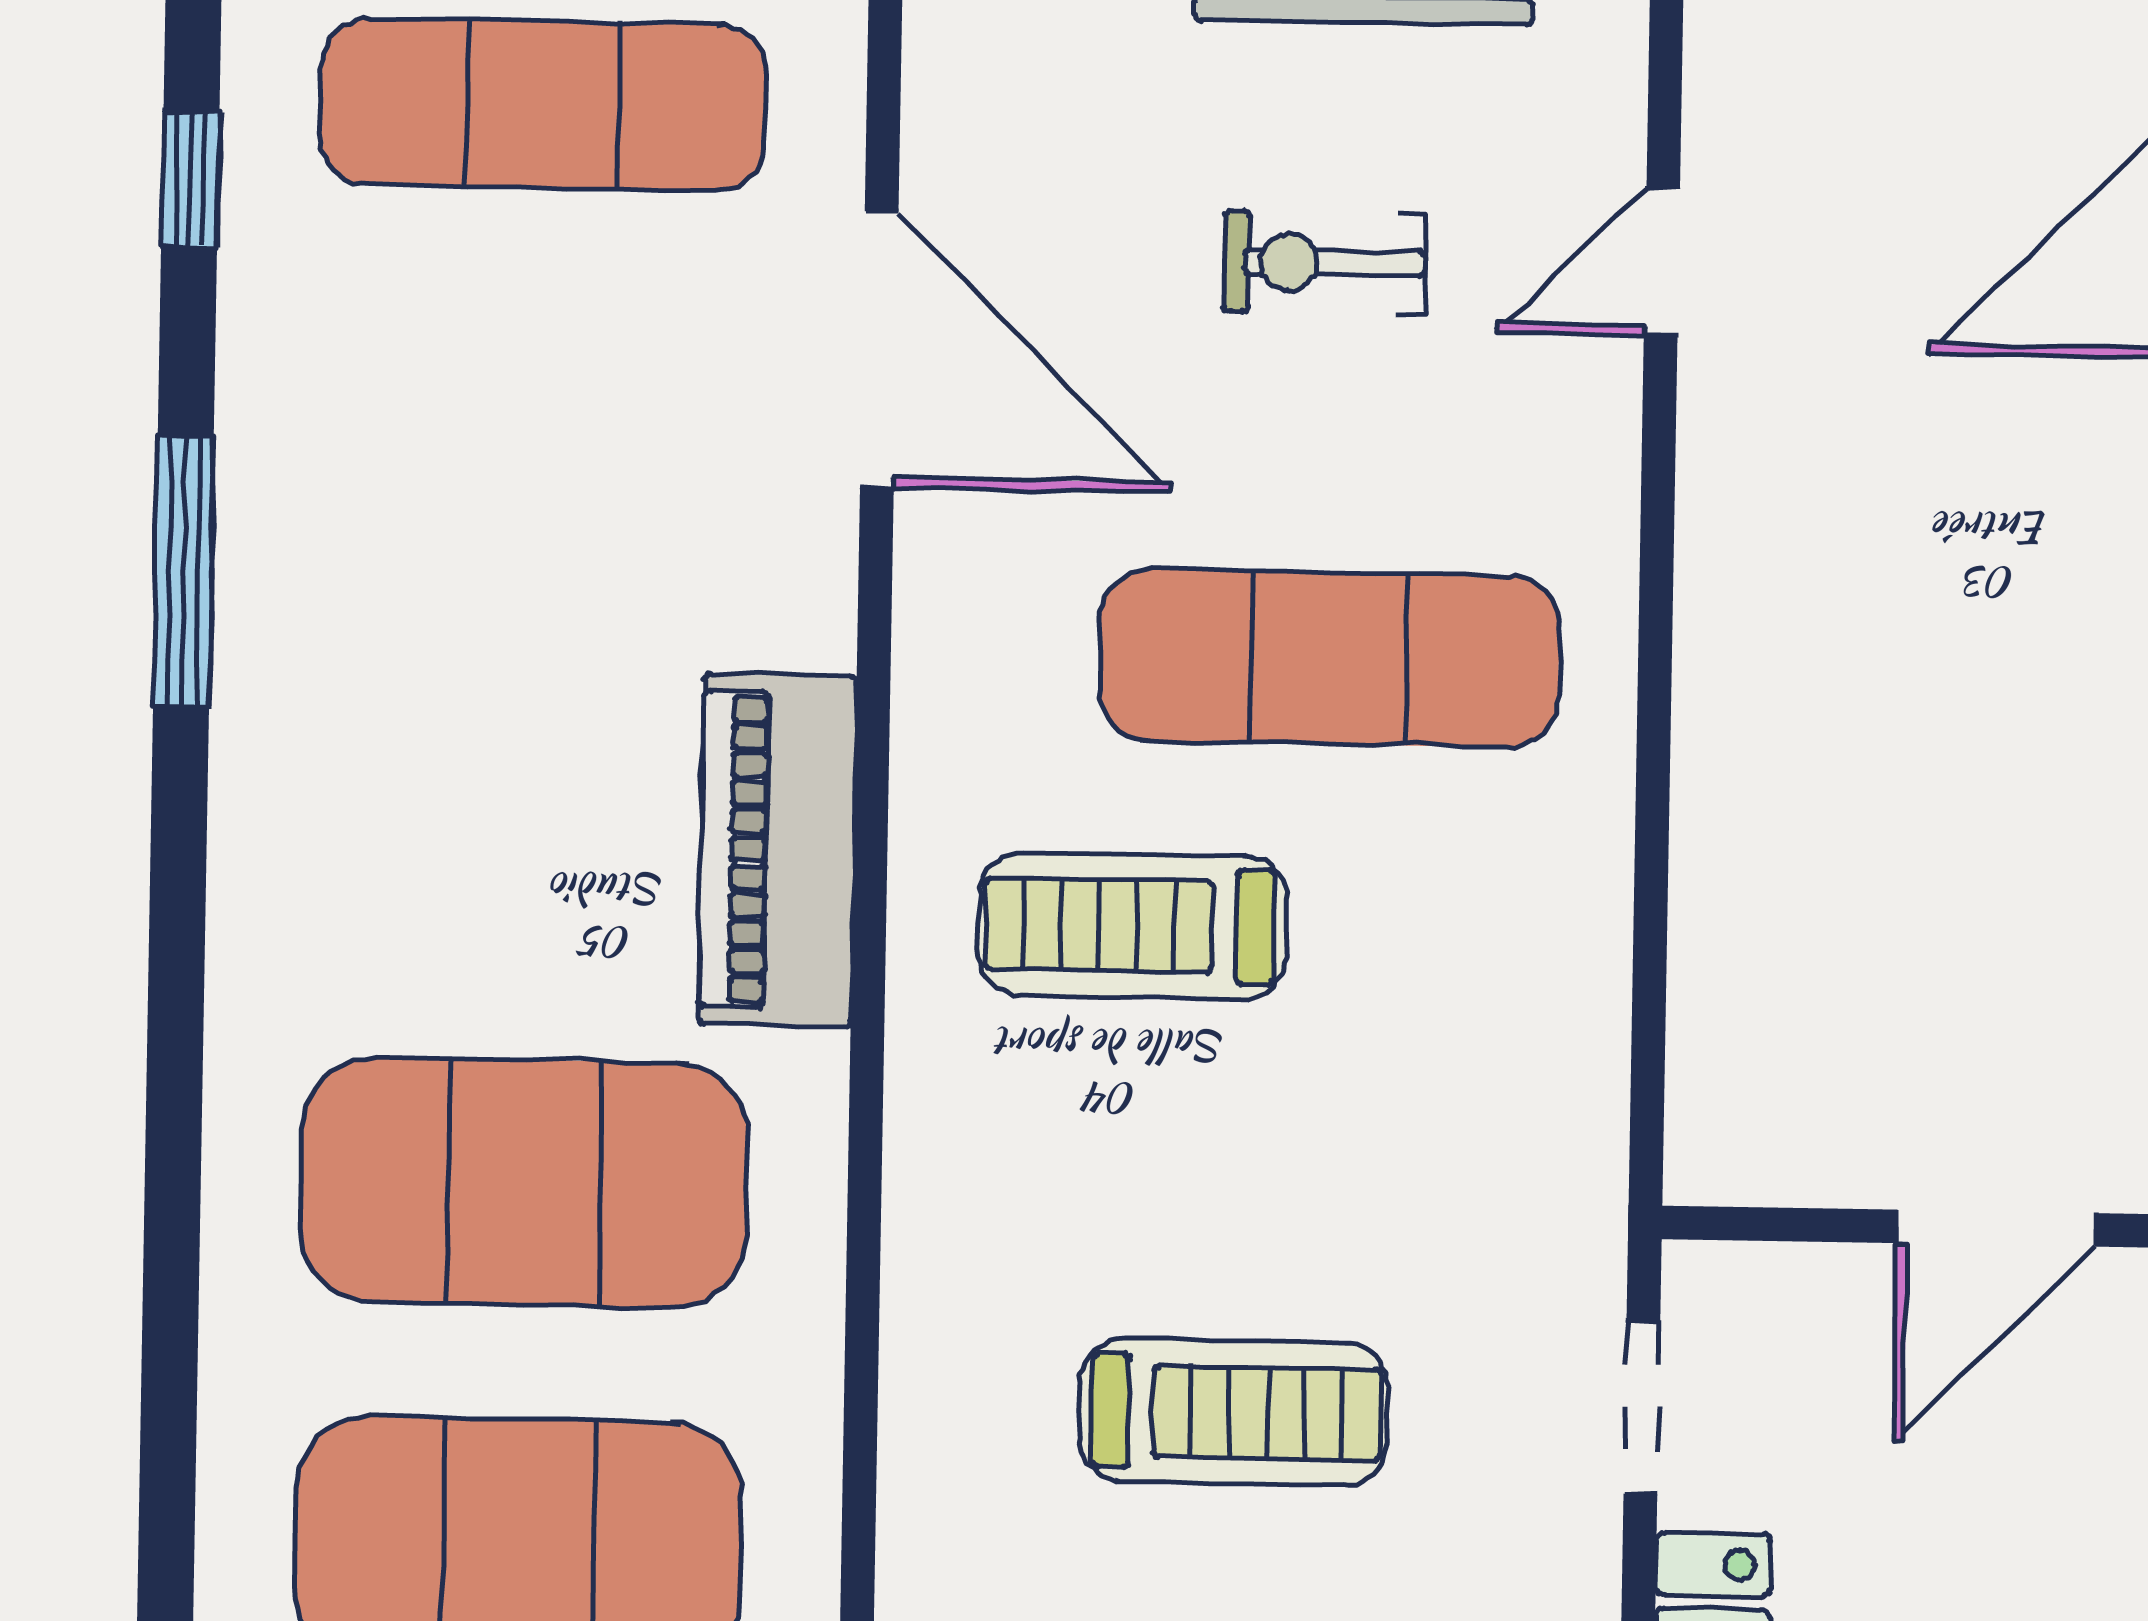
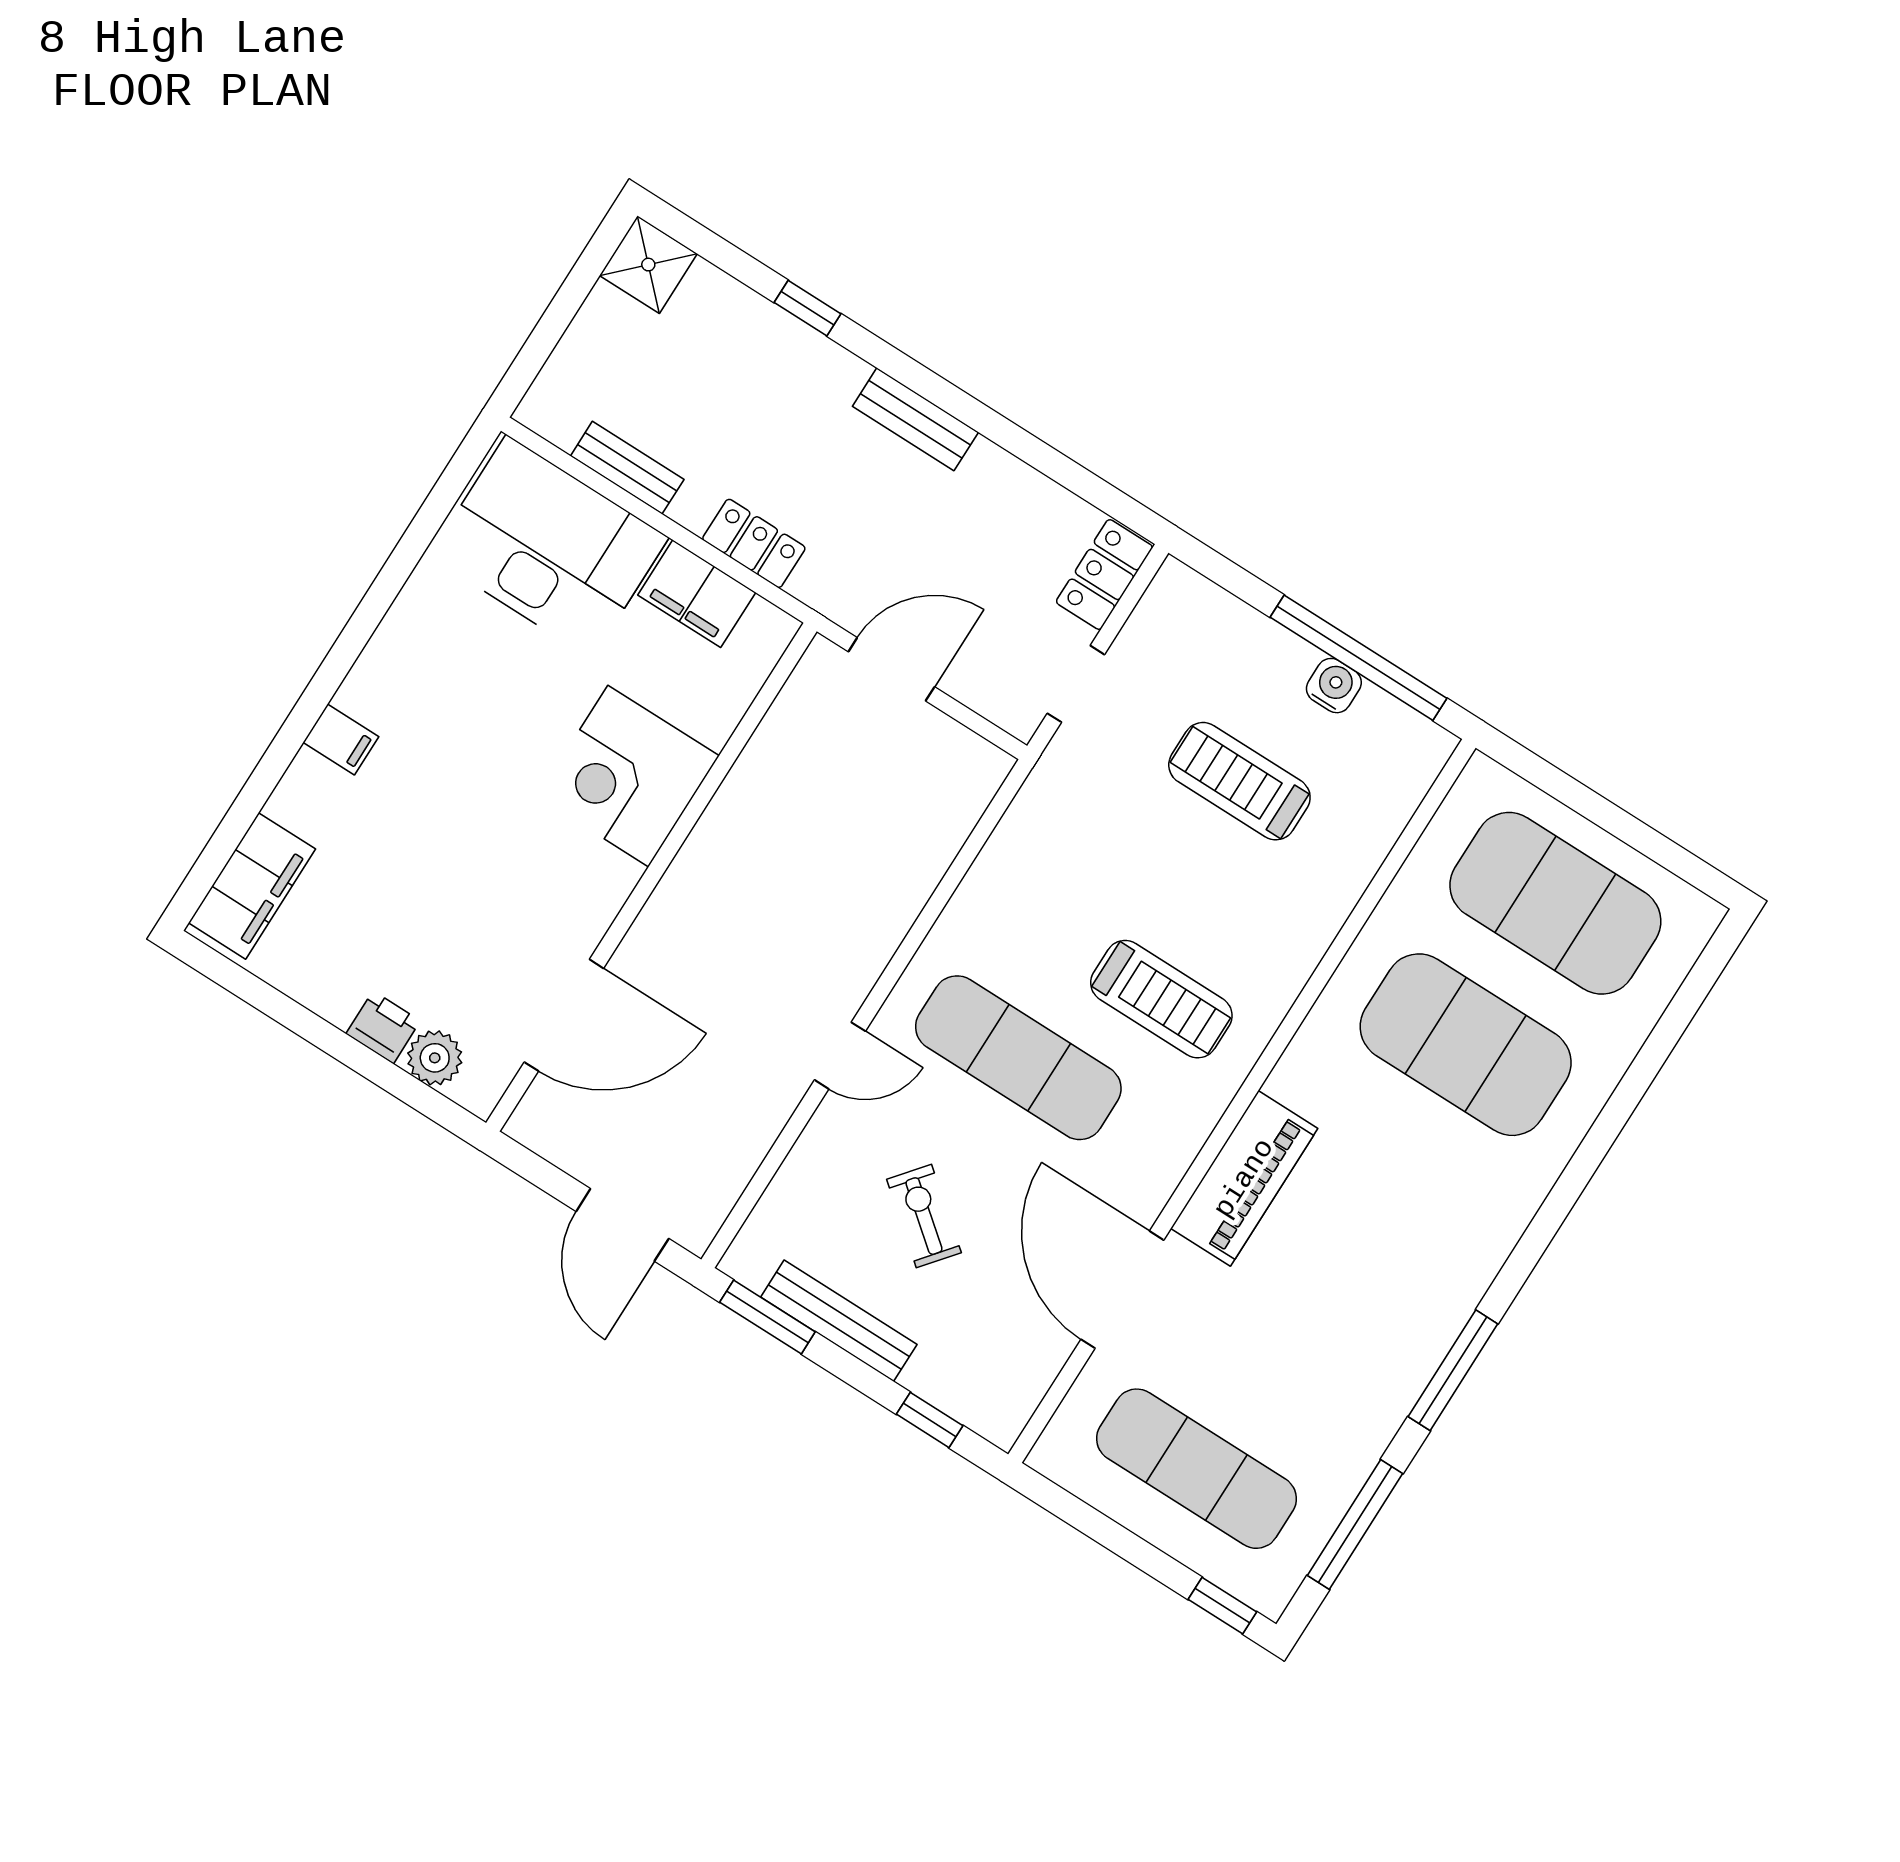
window: (190, 179) -> (1355, 1525), width x2.17
door: (1662, 262) -> (840, 1056), moved
exercise bike: (1325, 263) -> (924, 1216), turned -141
piano: (778, 850) -> (1244, 1178), moved

